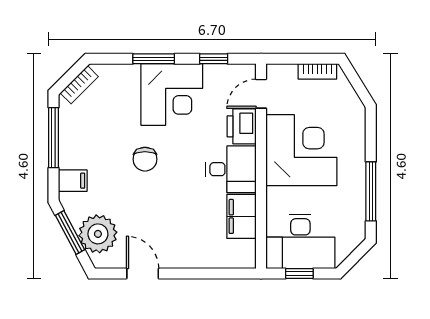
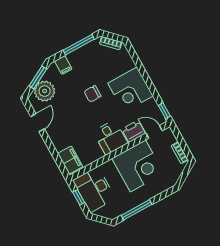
window: (154, 59) -> (143, 72), removed
window: (214, 59) -> (164, 111), moved
filing cabinet: (241, 216) -> (70, 160), moved, turned 90

